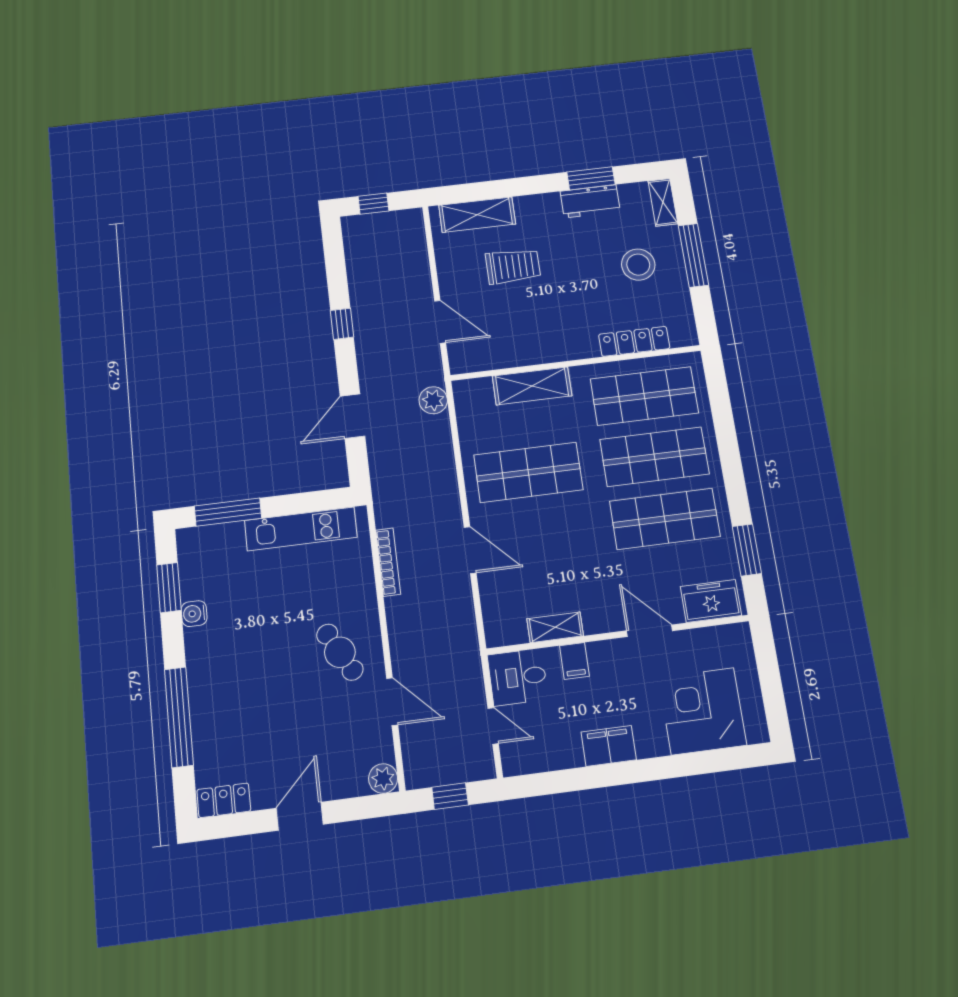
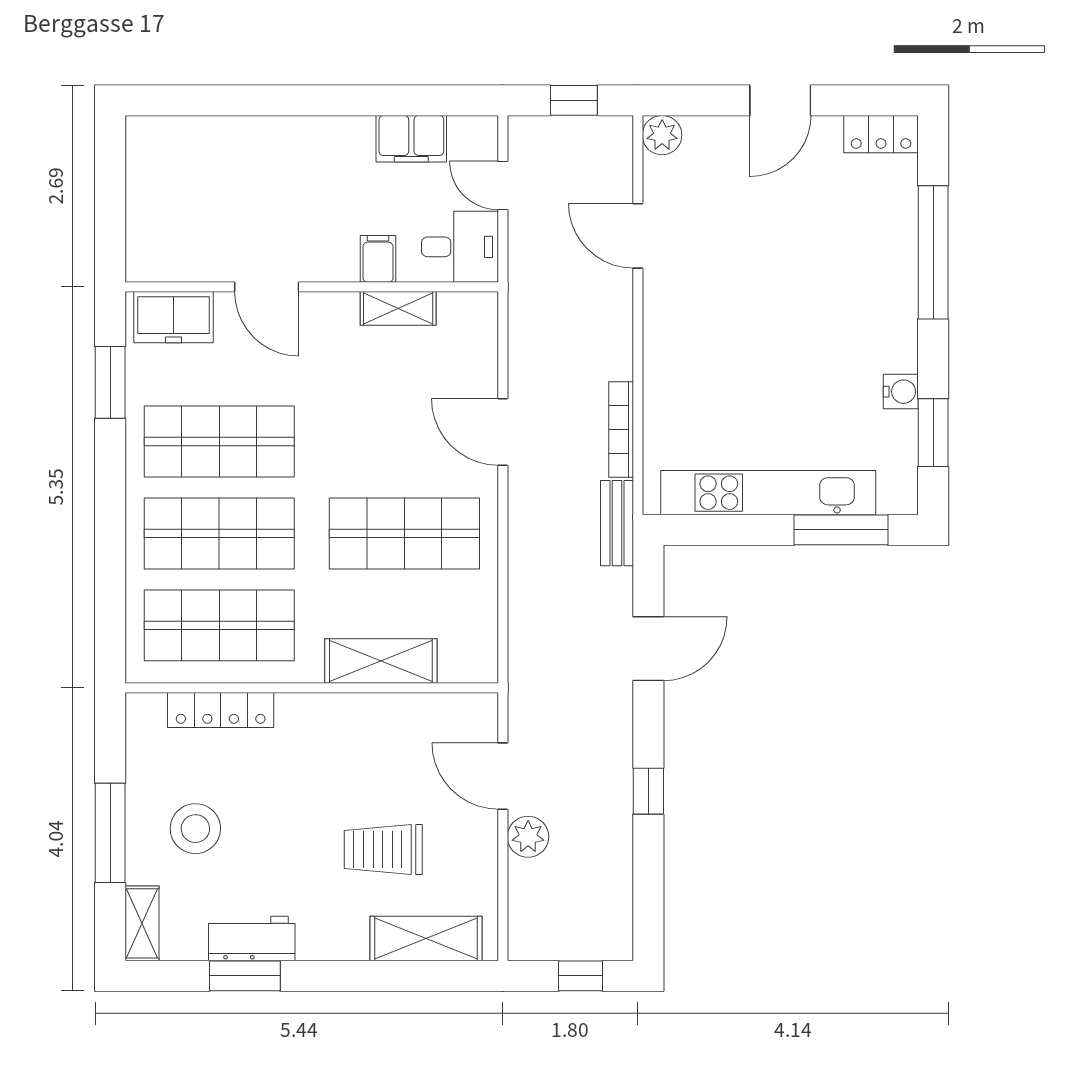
plant: (433, 400) -> (528, 837), moved
bench: (383, 497) -> (617, 523), added
kitchen unit: (301, 529) -> (768, 493), width x1.36
cafe table: (340, 652) -> (703, 312), removed
corner desk: (703, 711) -> (211, 168), removed
filing cabinet: (609, 746) -> (411, 139), moved

